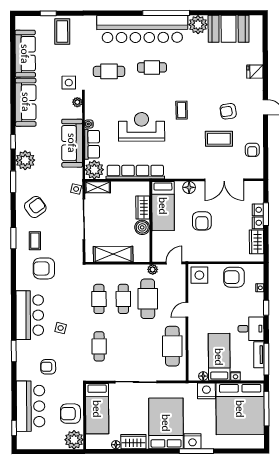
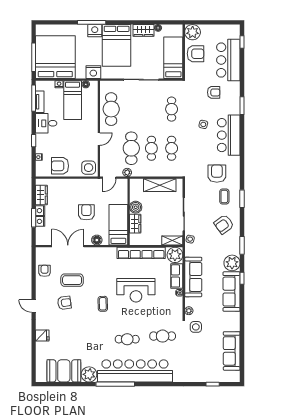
coffee table: (62, 31) -> (201, 369), removed
sofa: (26, 102) -> (232, 292), moved
armchair: (44, 268) -> (217, 174), turned -90
armchair: (234, 277) -> (60, 166), turned 180
nightstand: (206, 391) -> (93, 72), moved

